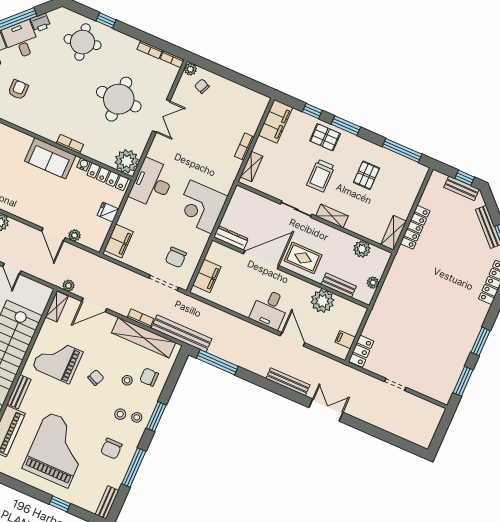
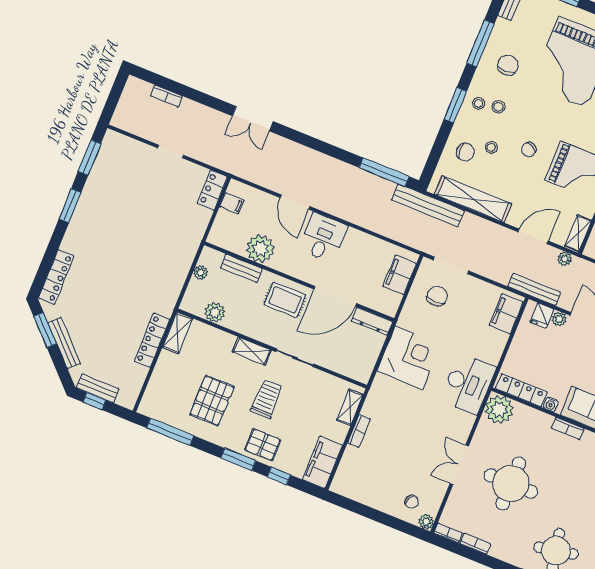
pallet: (366, 175) -> (212, 401), width x1.50, depth x1.42
fridge: (108, 212) -> (542, 315), moved, turned 90
bookcase: (140, 318) -> (166, 96), moved
bench: (288, 382) -> (534, 289), moved

